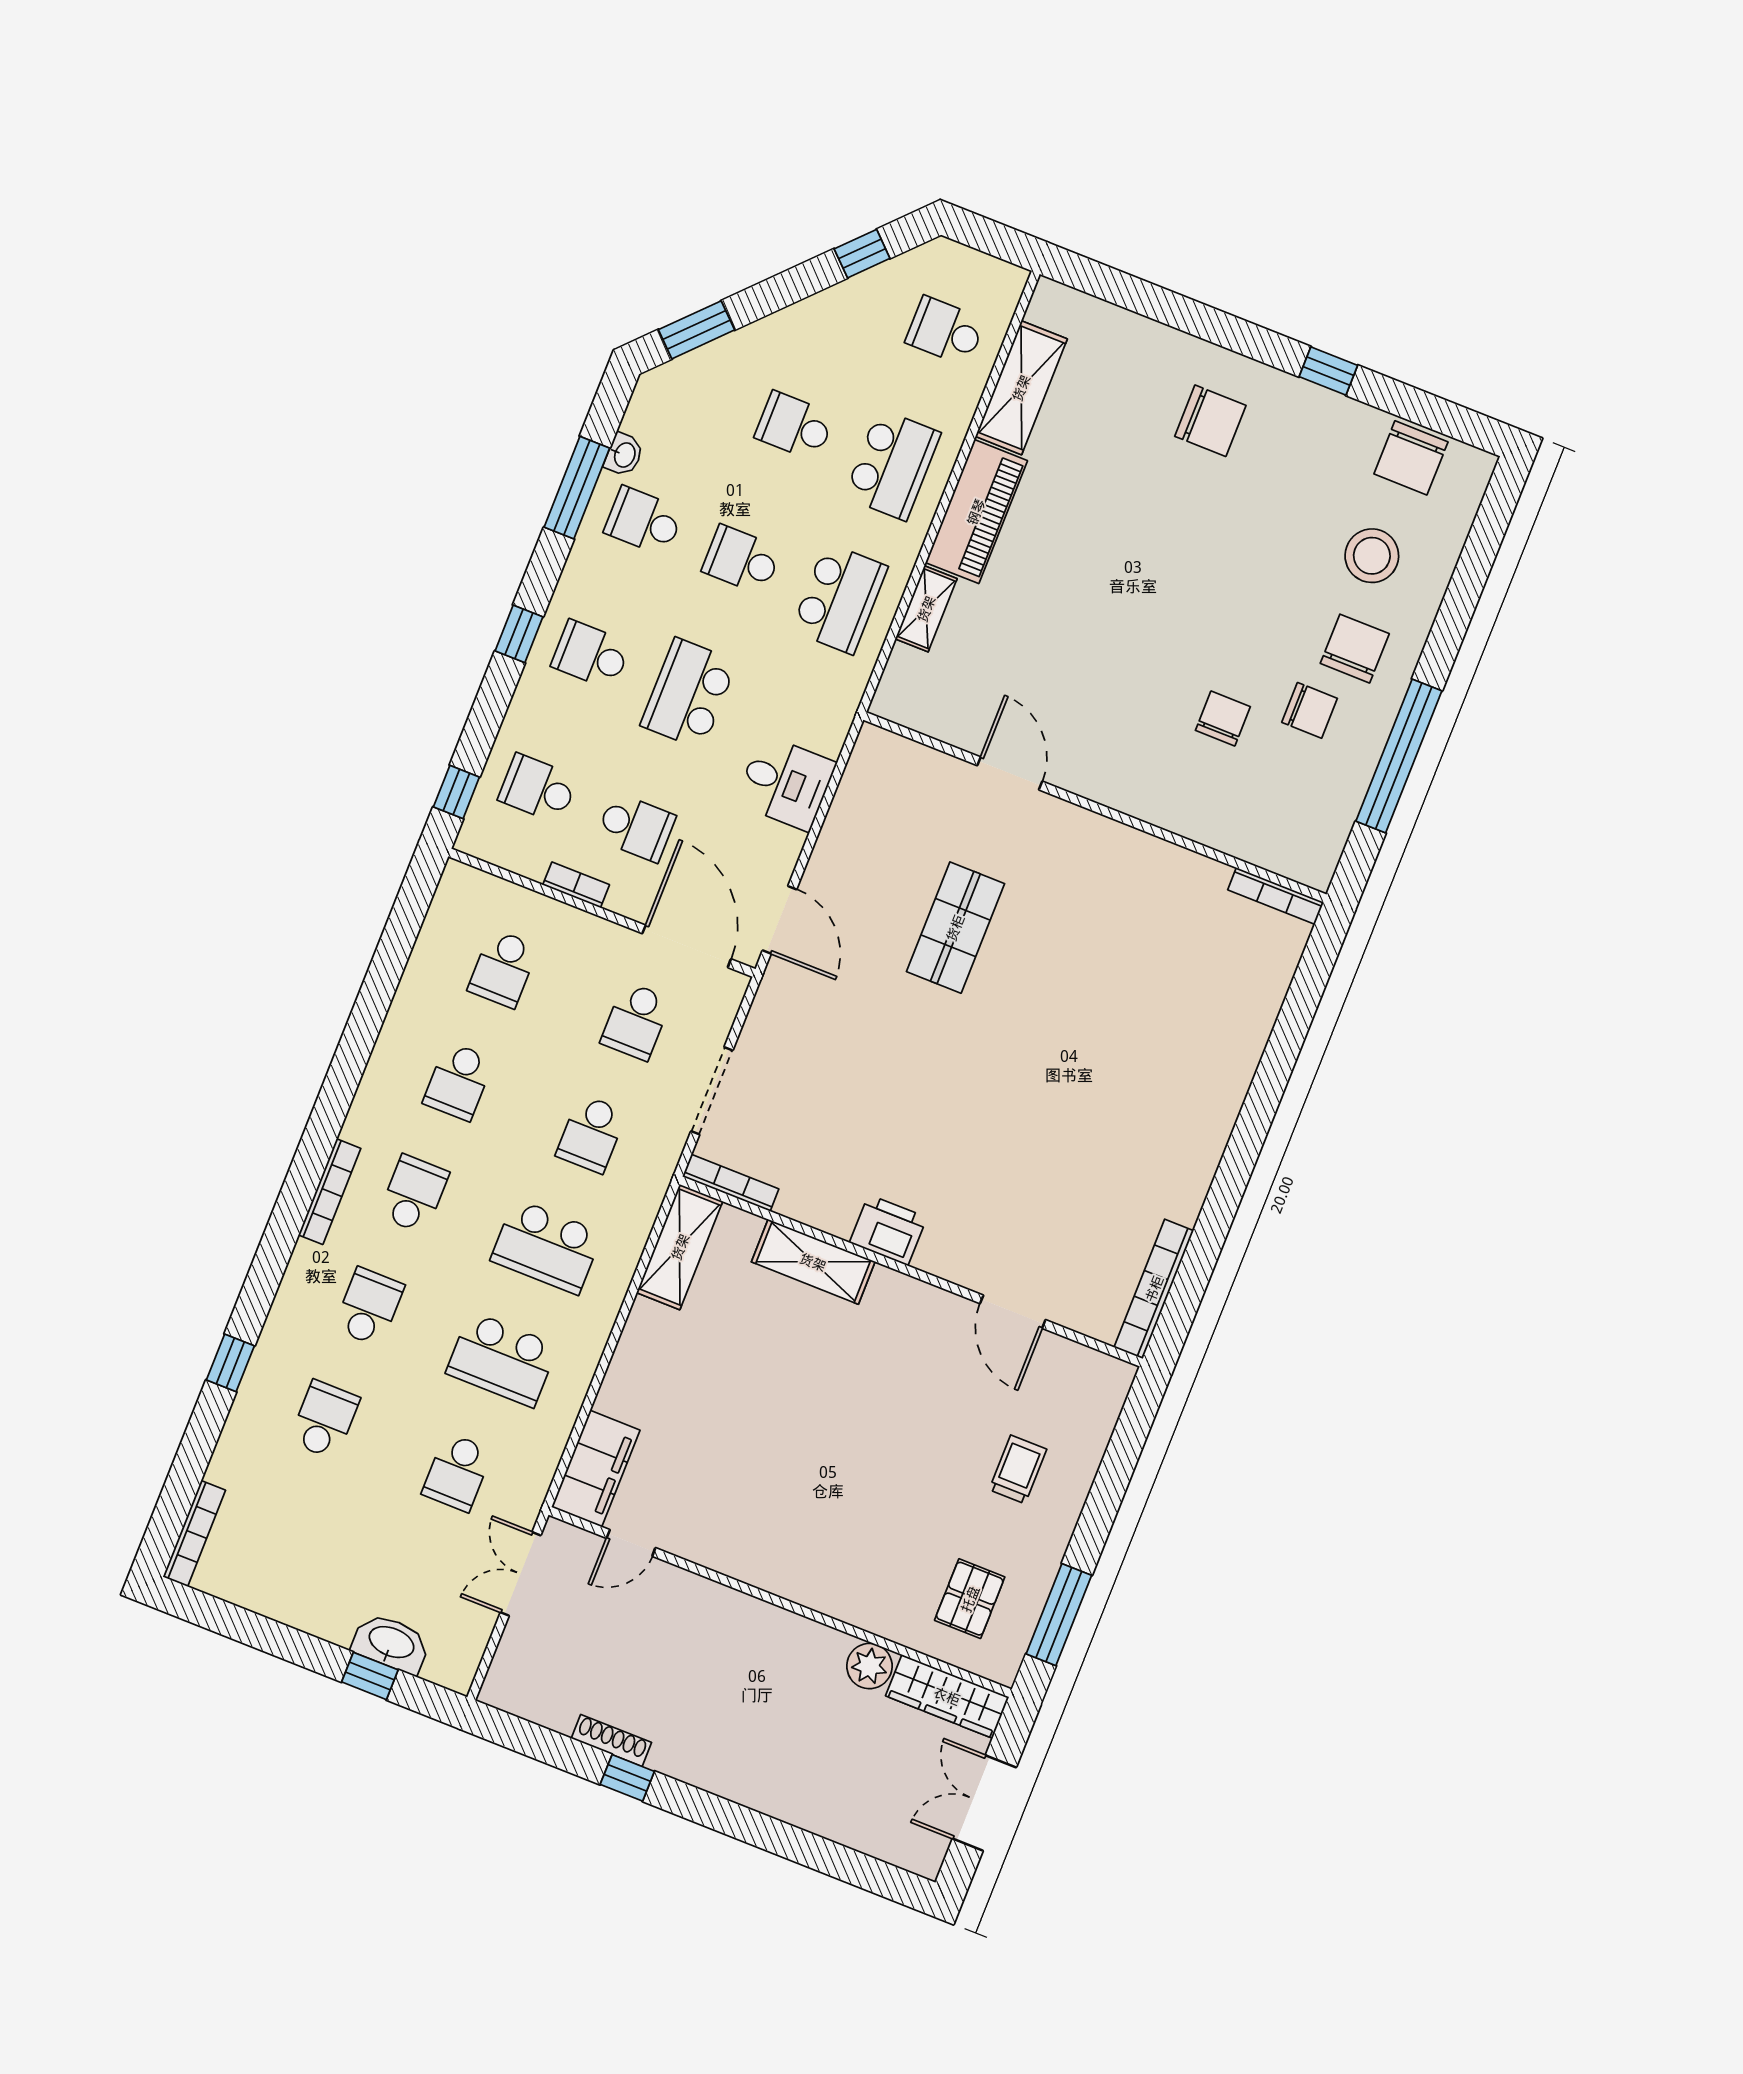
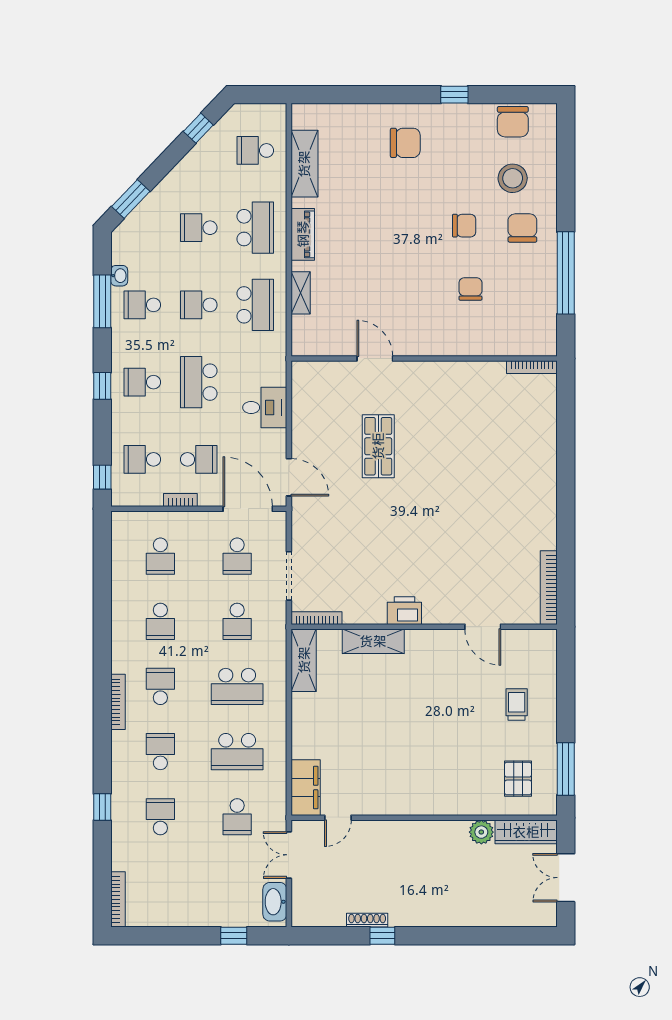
piano: (976, 512) -> (303, 234), width x0.73, depth x0.75
chair: (1310, 710) -> (464, 226), moved
washbasin: (391, 1643) -> (275, 902), moved, turned -90

